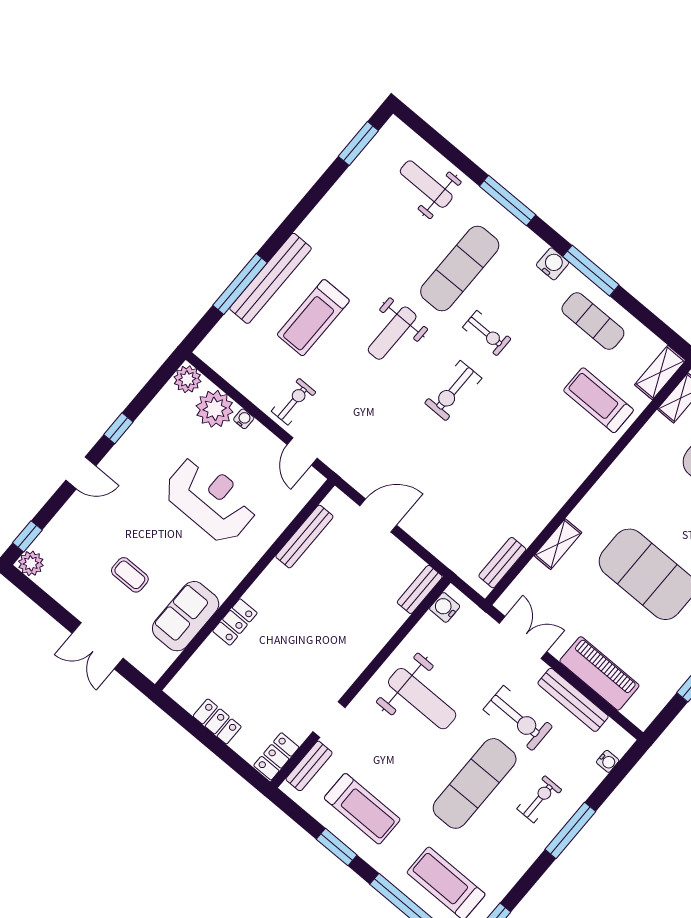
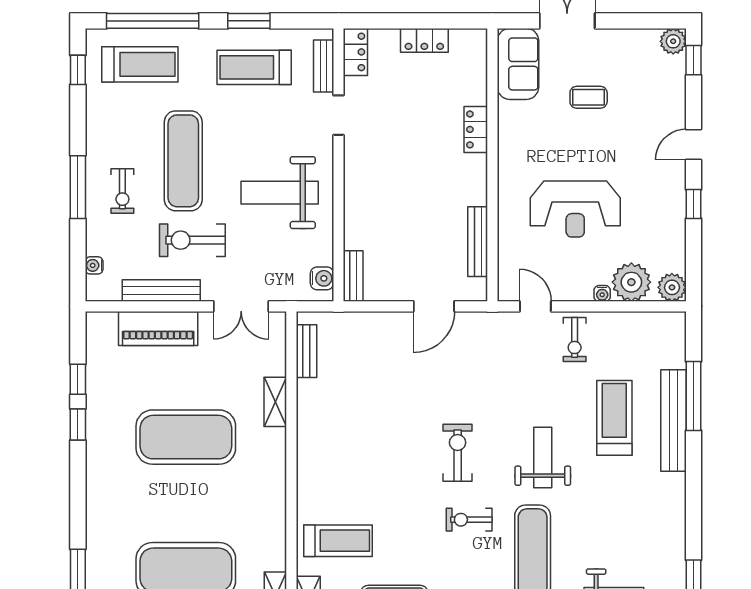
sofa: (186, 616) -> (518, 64), moved

